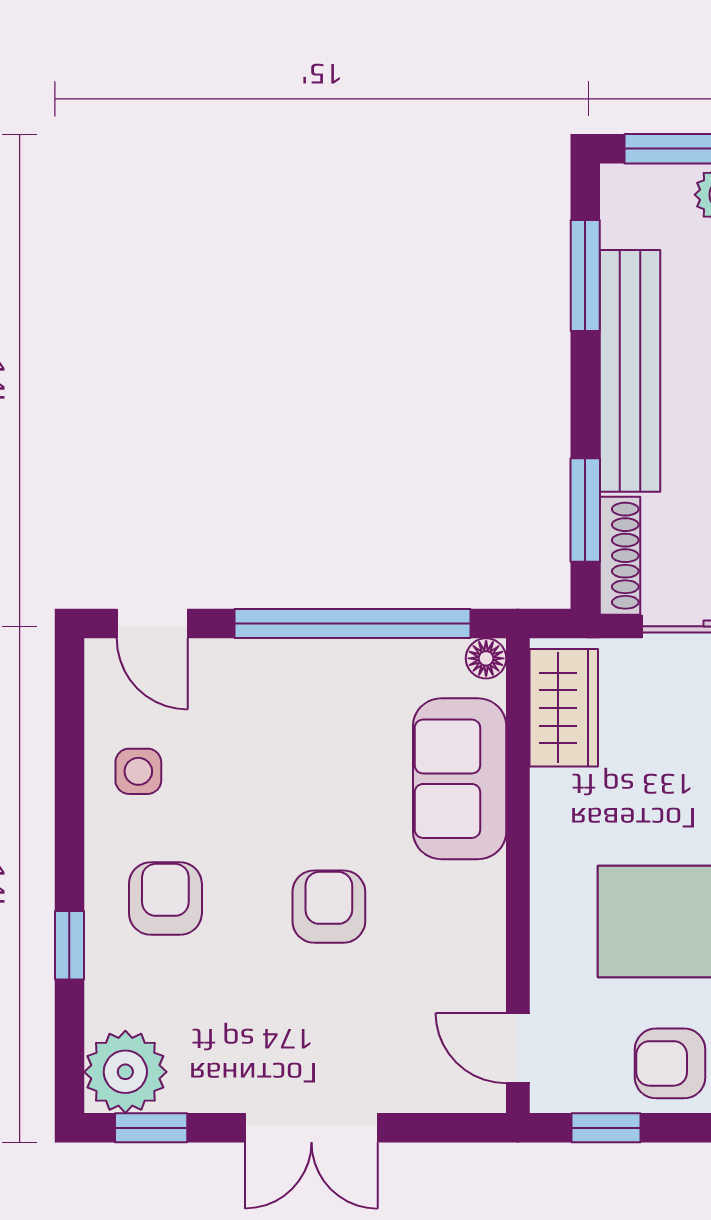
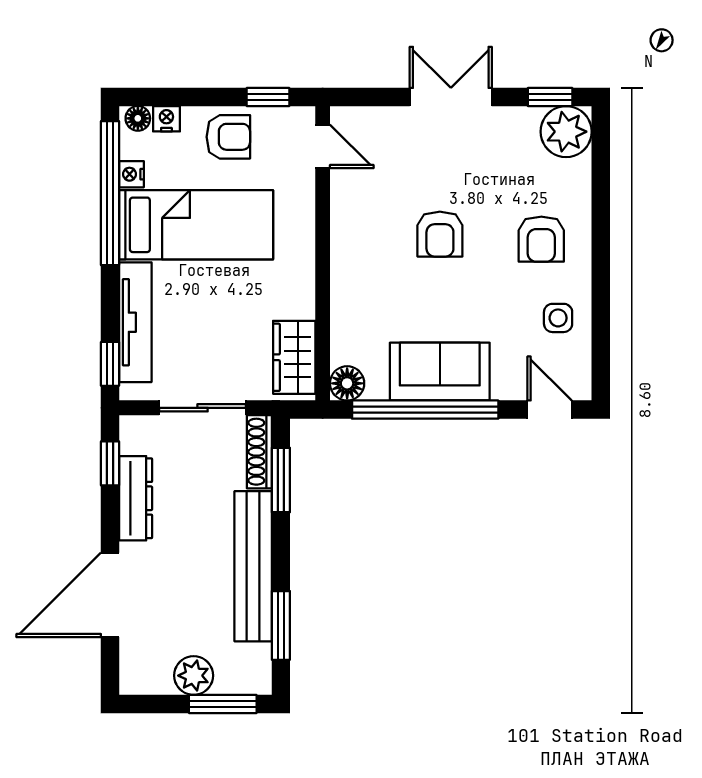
floor lamp: (486, 658) -> (347, 383), width x1.37, depth x1.37
sofa: (460, 779) -> (440, 372), moved, turned -90
window: (69, 945) -> (601, 210), removed

